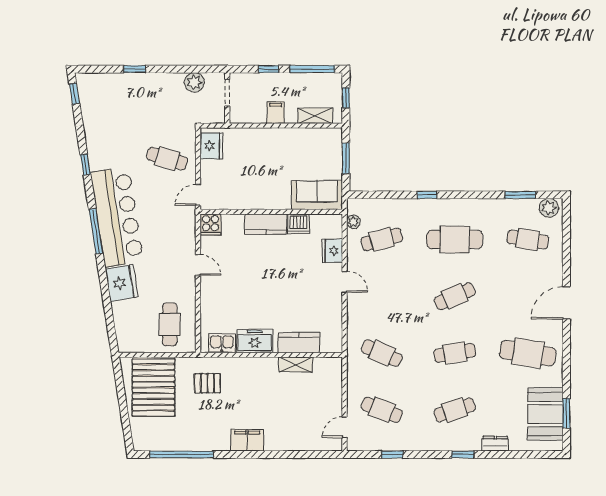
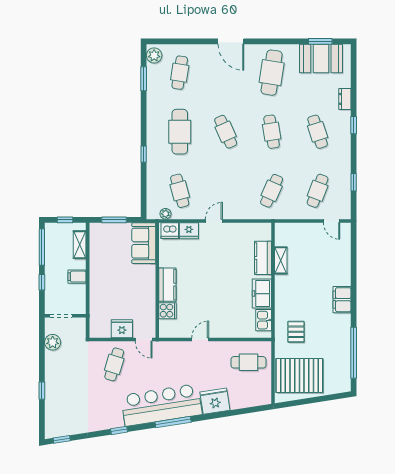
fridge: (211, 146) -> (122, 329), moved
cooker: (211, 224) -> (168, 311), moved
dishwasher: (298, 224) -> (170, 231), moved, turned 90

